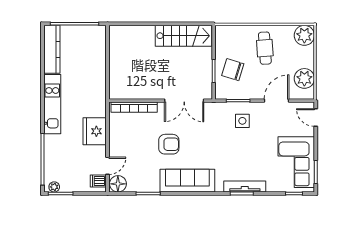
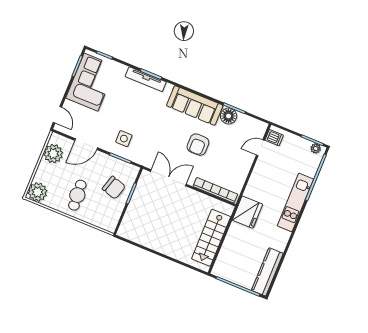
stairs: (184, 36) -> (211, 238), moved, turned -90
kitchen unit: (52, 104) -> (295, 202), moved
fridge: (95, 131) -> (247, 212), moved
armchair: (169, 144) -> (198, 145), turned -90
floor lamp: (118, 184) -> (229, 116), moved

